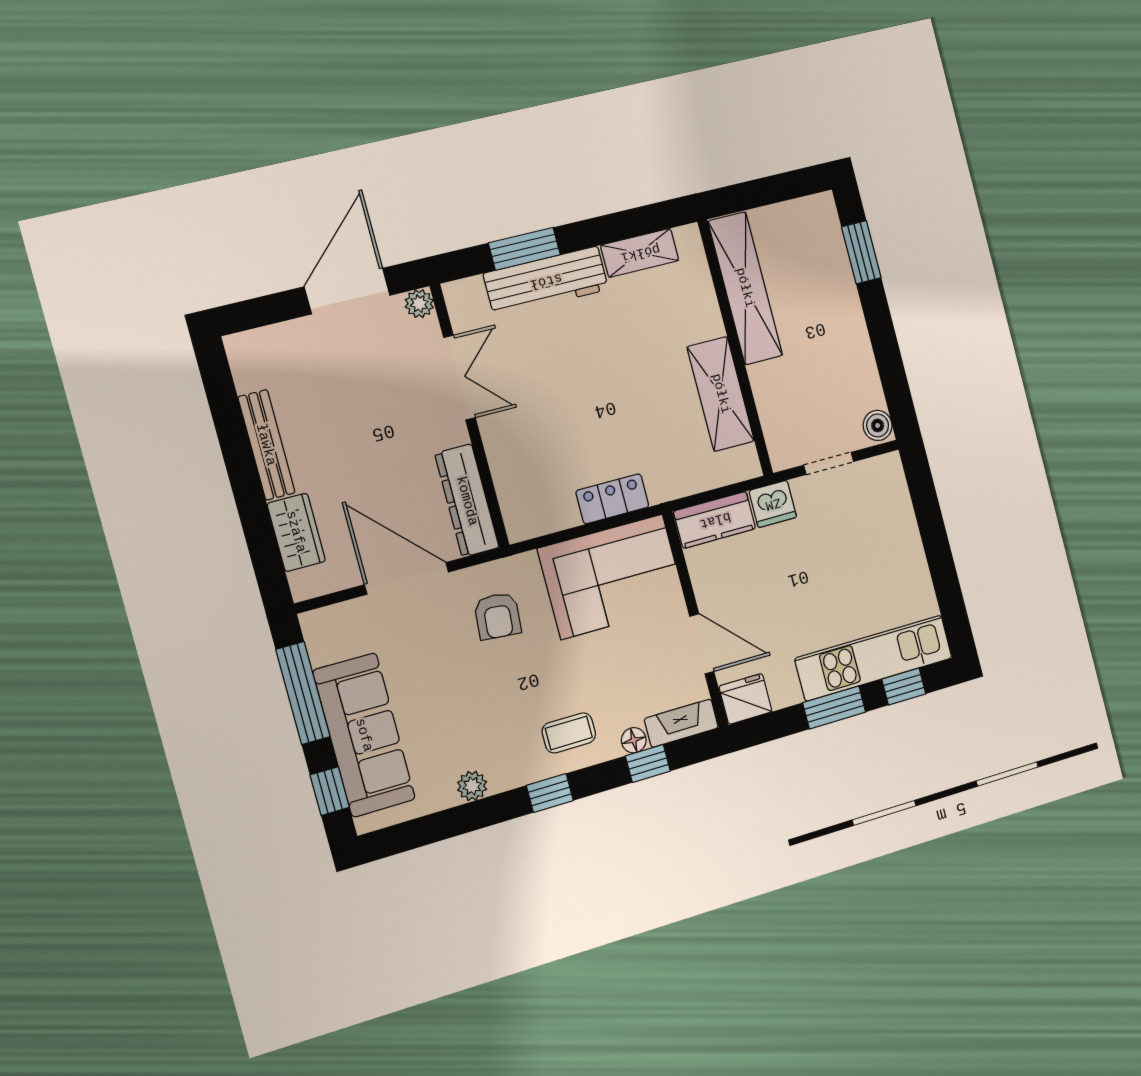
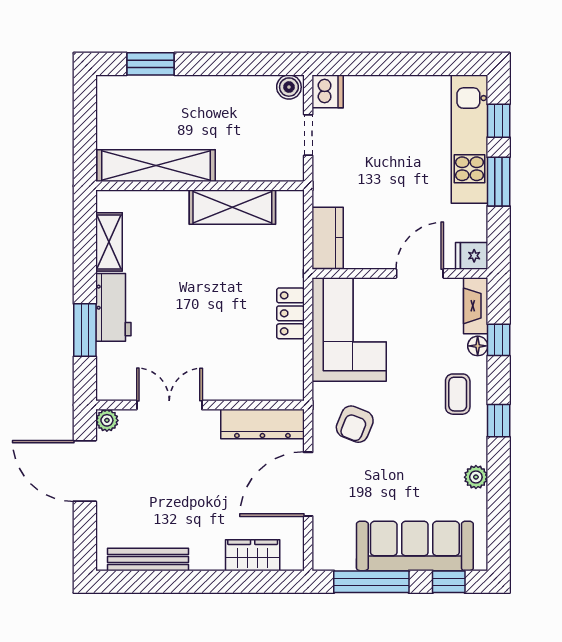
workbench: (546, 281) -> (113, 307), width x0.73
bench: (266, 445) -> (148, 559), moved
dishwasher: (773, 504) -> (328, 91), moved
armchair: (498, 616) -> (355, 424), turned 107
fridge: (745, 699) -> (472, 256), width x0.72

